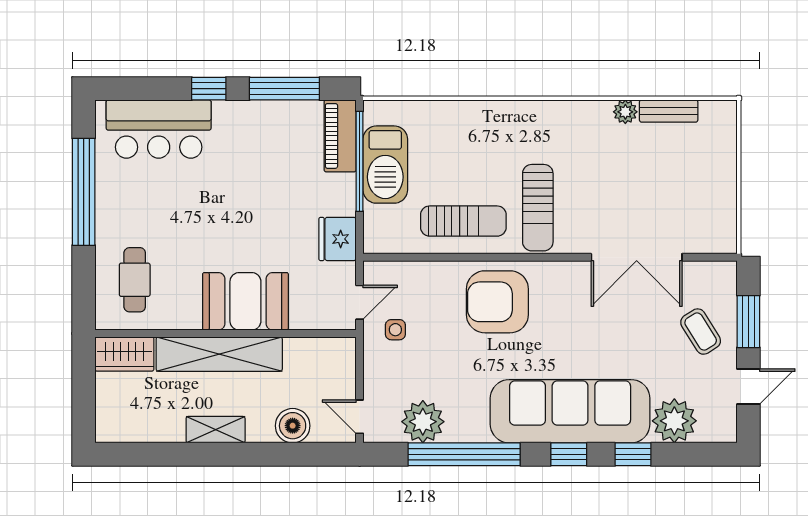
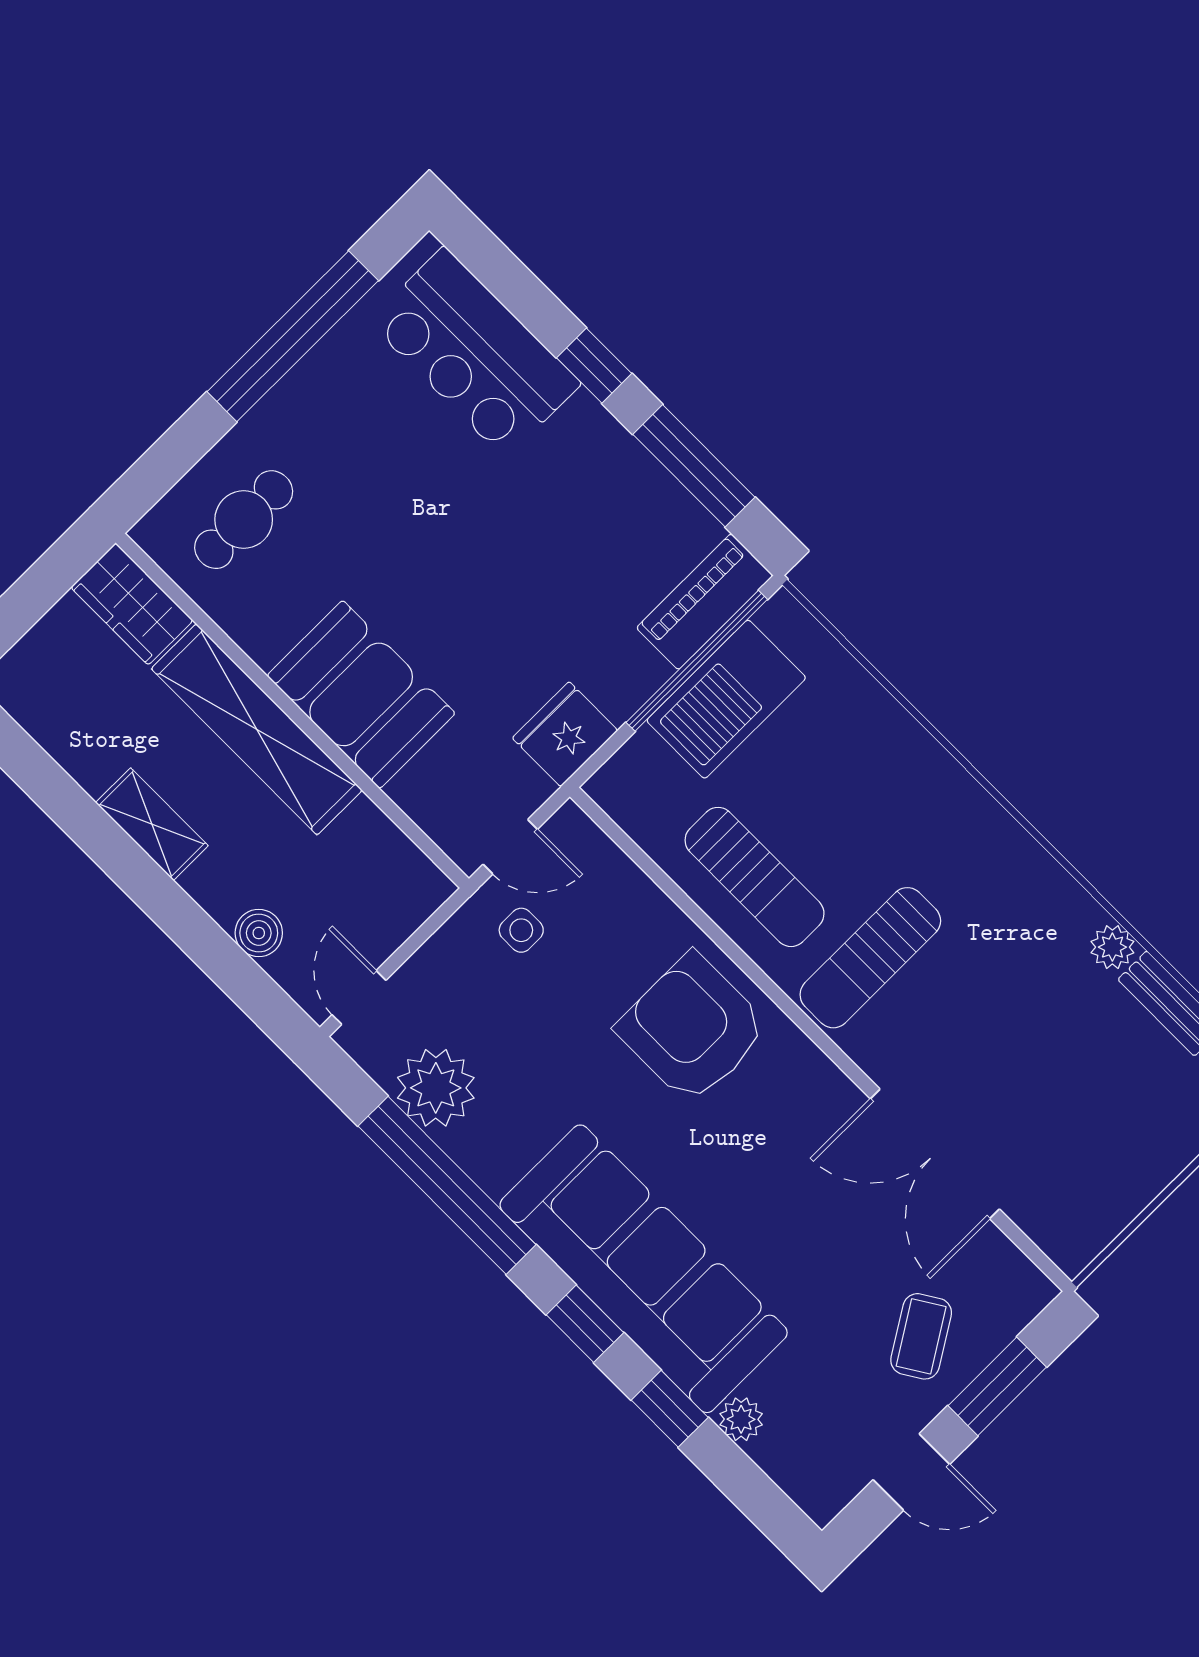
plant: (674, 421) -> (741, 1419), width x0.53, depth x0.53
boiler: (293, 426) -> (259, 933), width x0.73, depth x0.73

